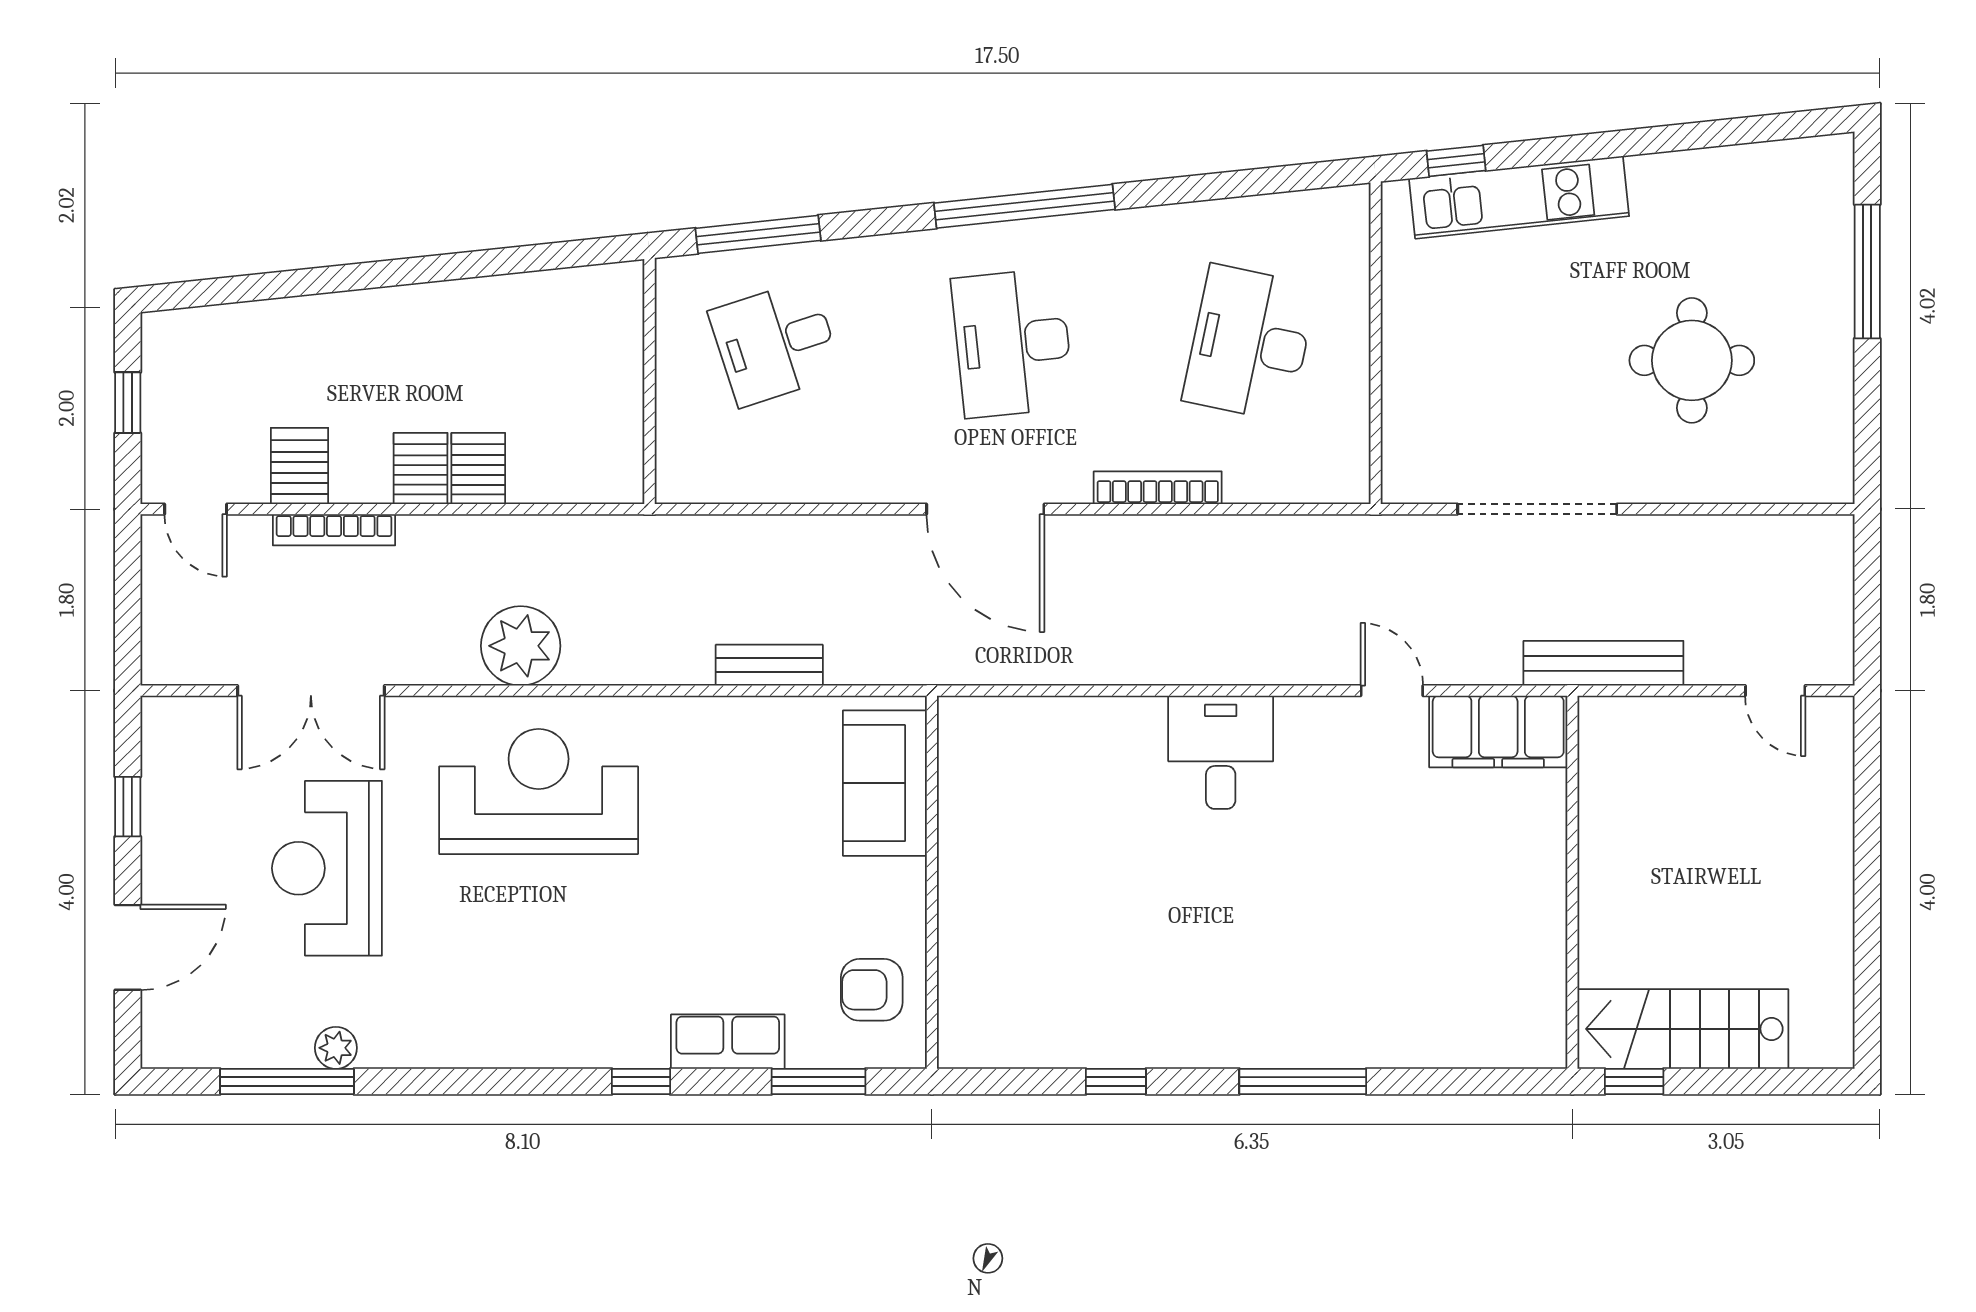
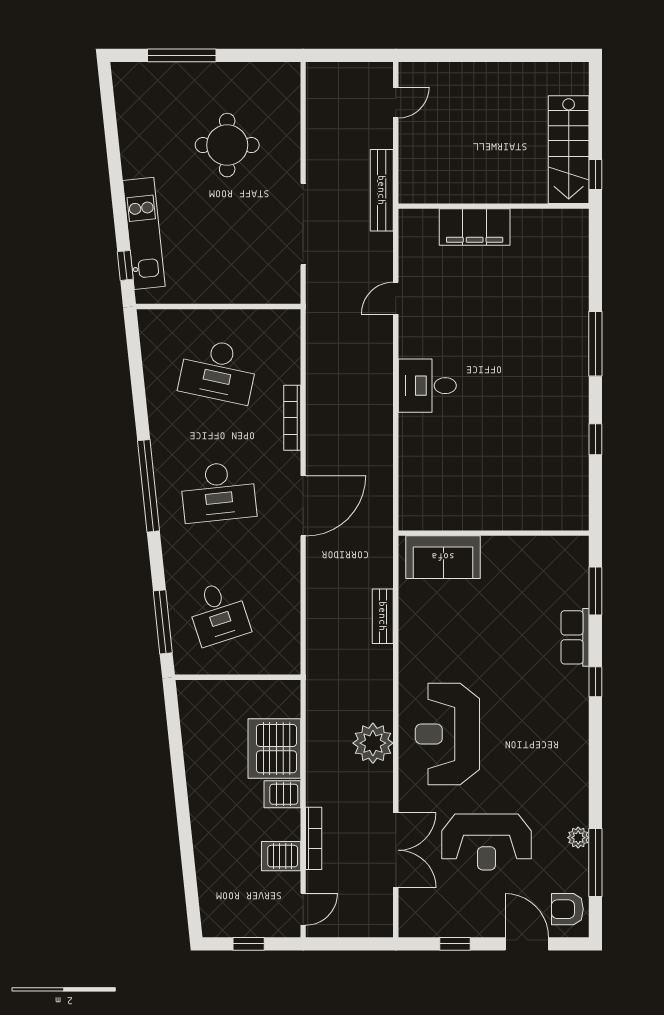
server rack: (478, 468) -> (274, 749), width x2.18, depth x1.44
filing cabinet: (1498, 732) -> (475, 227), moved, turned 90
armchair: (872, 990) -> (567, 909), moved, turned 90

